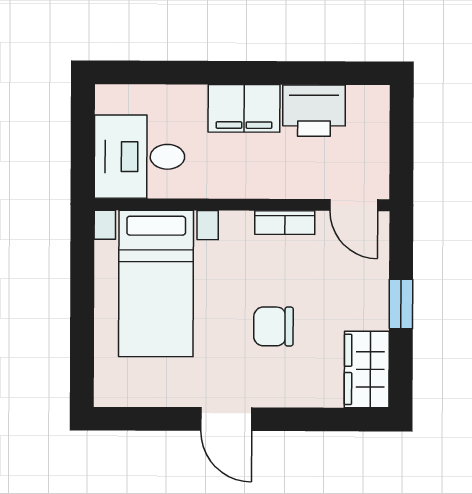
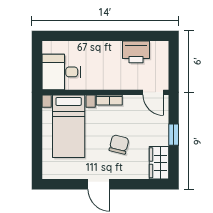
filing cabinet: (244, 108) -> (106, 51), removed
bookcase: (285, 223) -> (109, 100), moved
chair: (273, 326) -> (119, 144), turned 104

